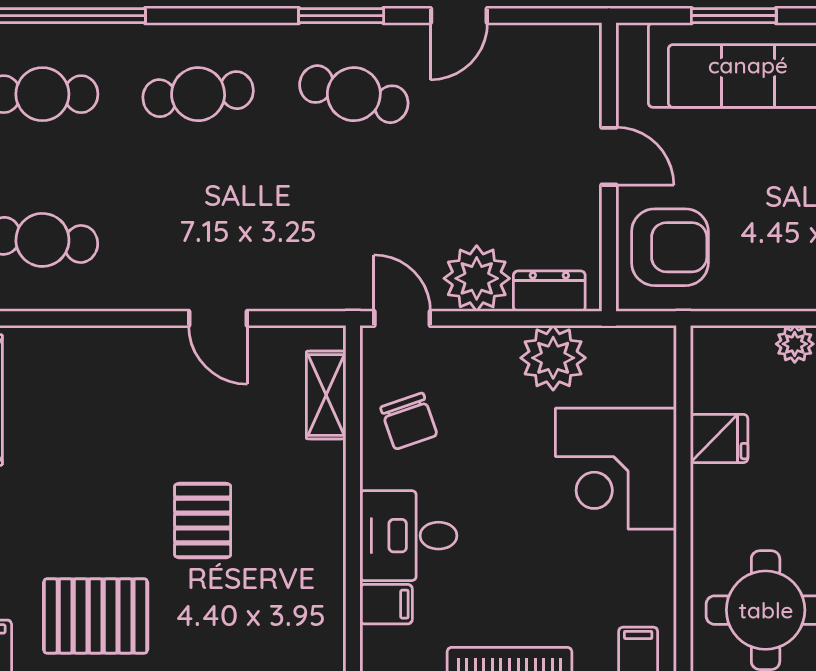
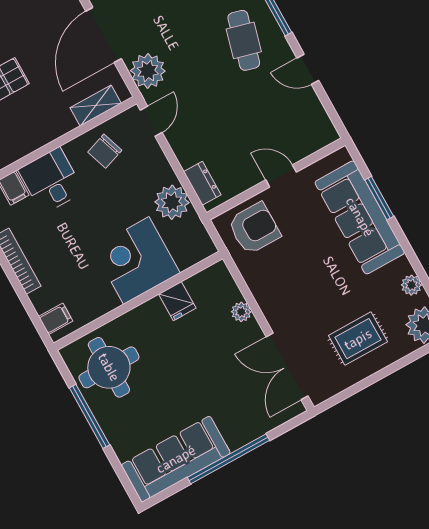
door: (609, 156) -> (281, 176), swing flipped
armchair: (670, 247) -> (254, 228), turned -90
plant: (477, 278) -> (148, 71), moved
door: (218, 318) -> (103, 35), width x1.88

